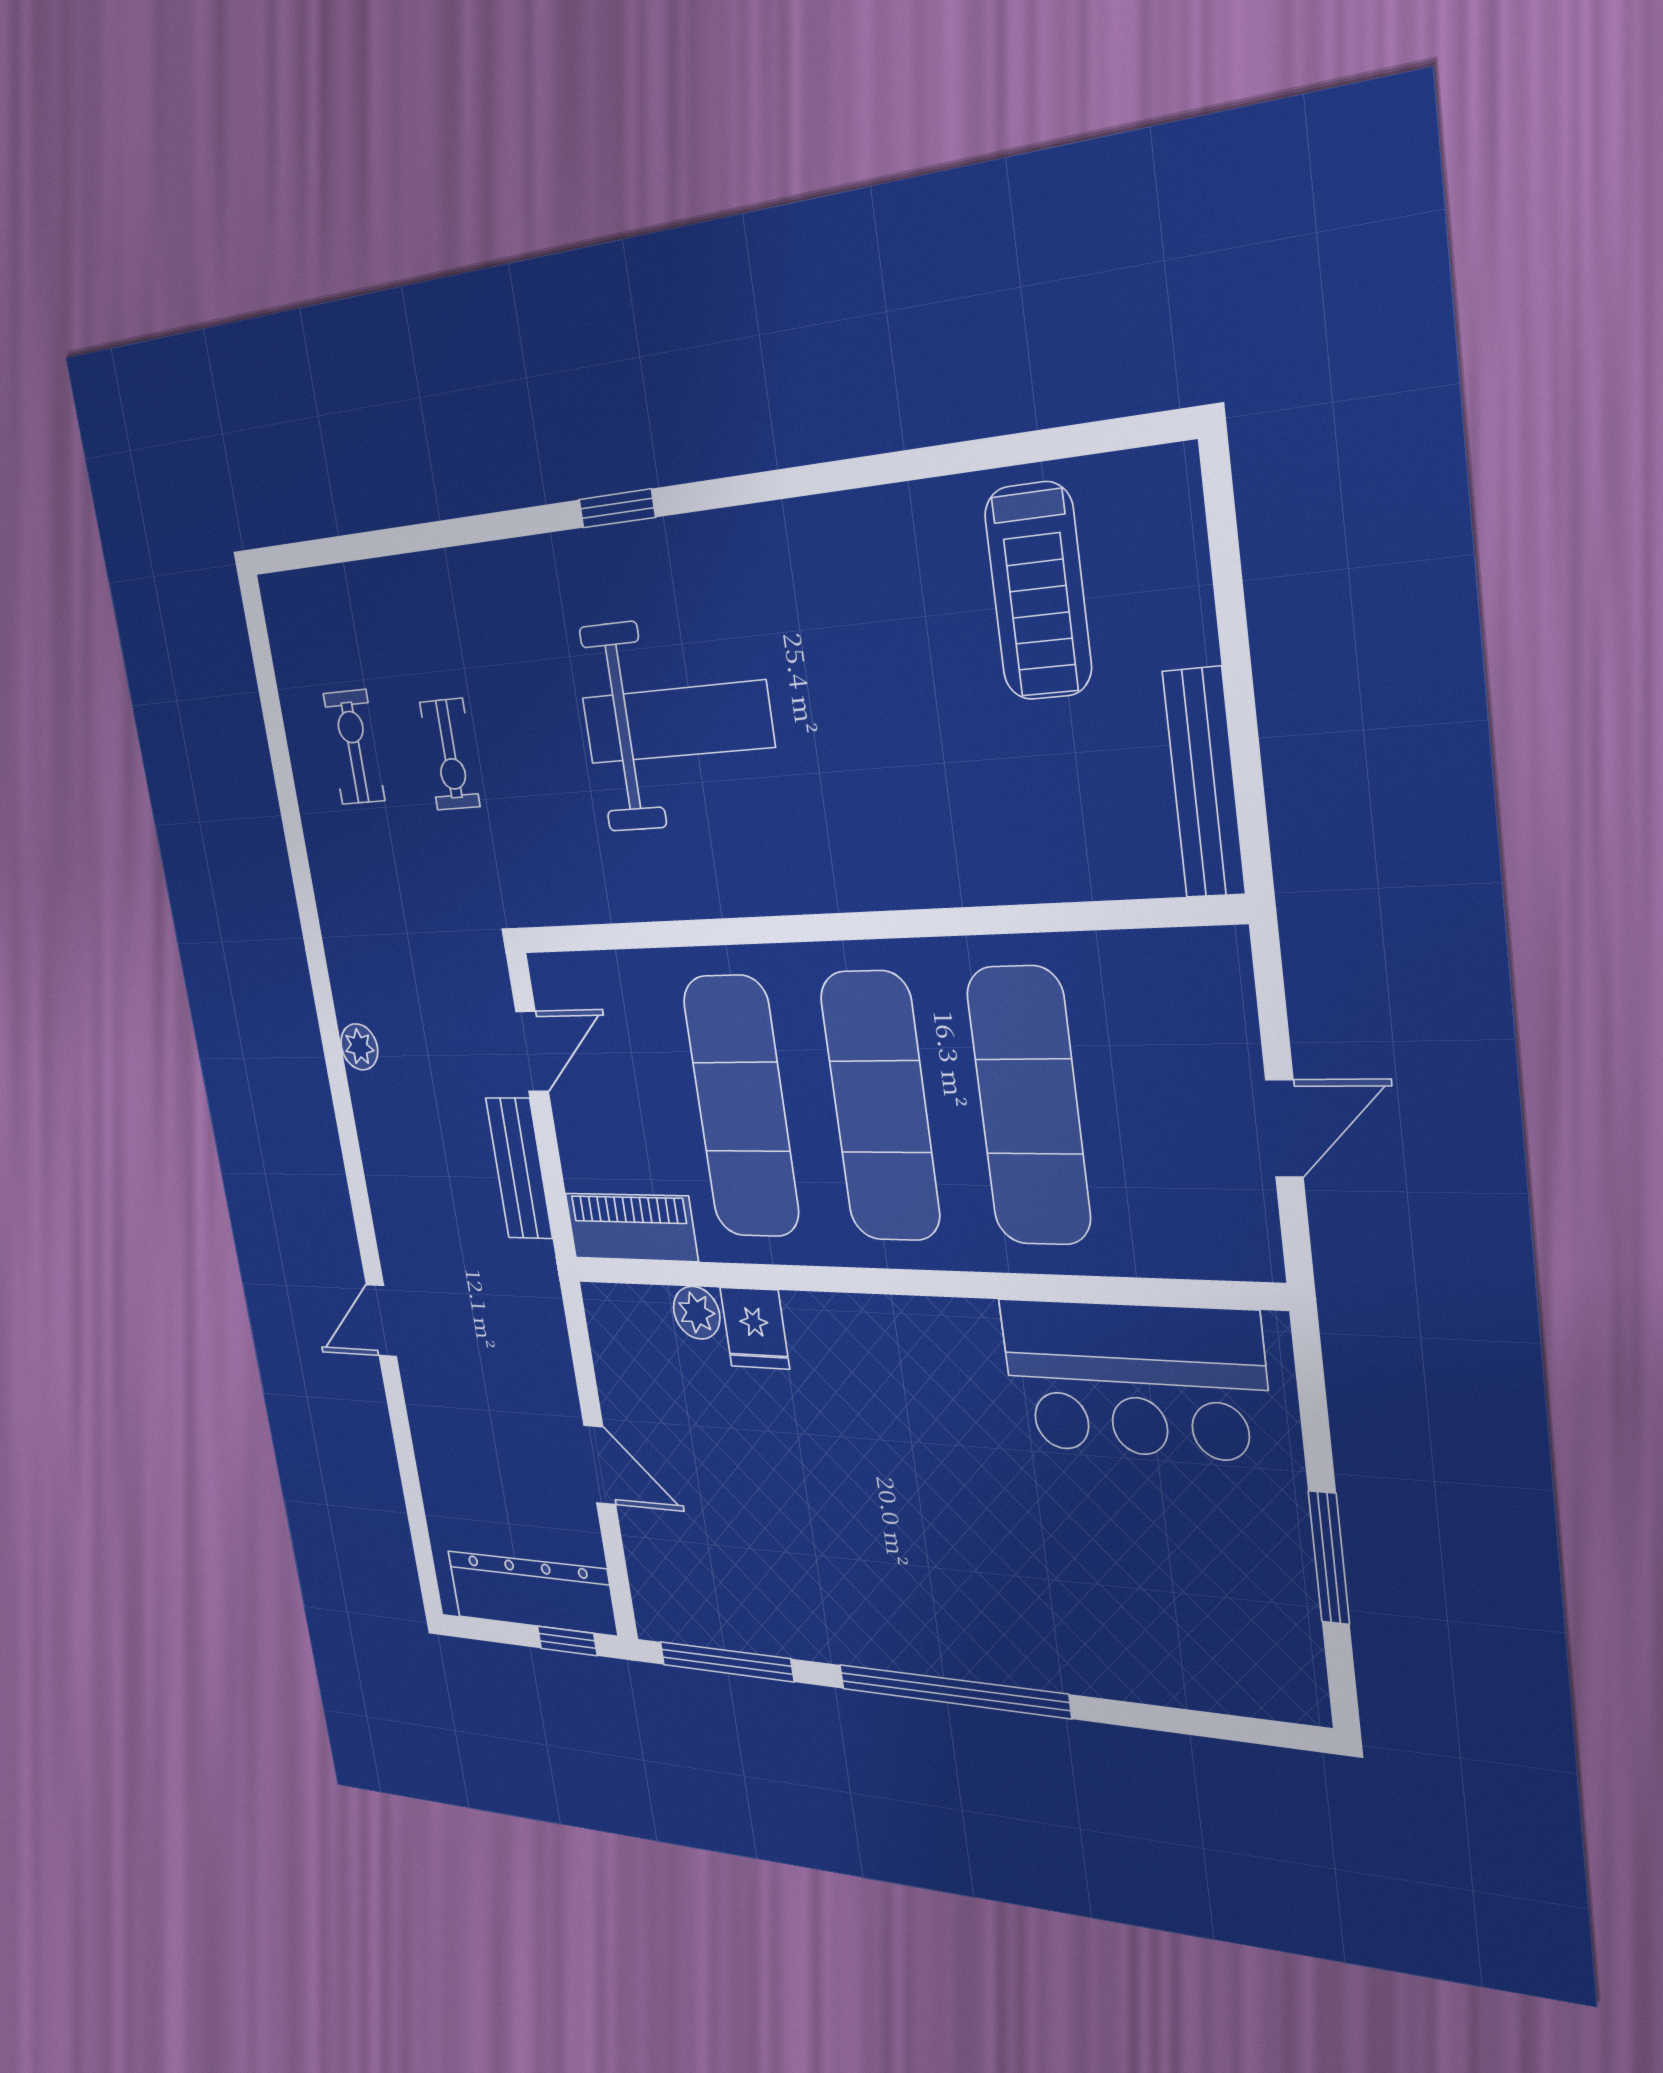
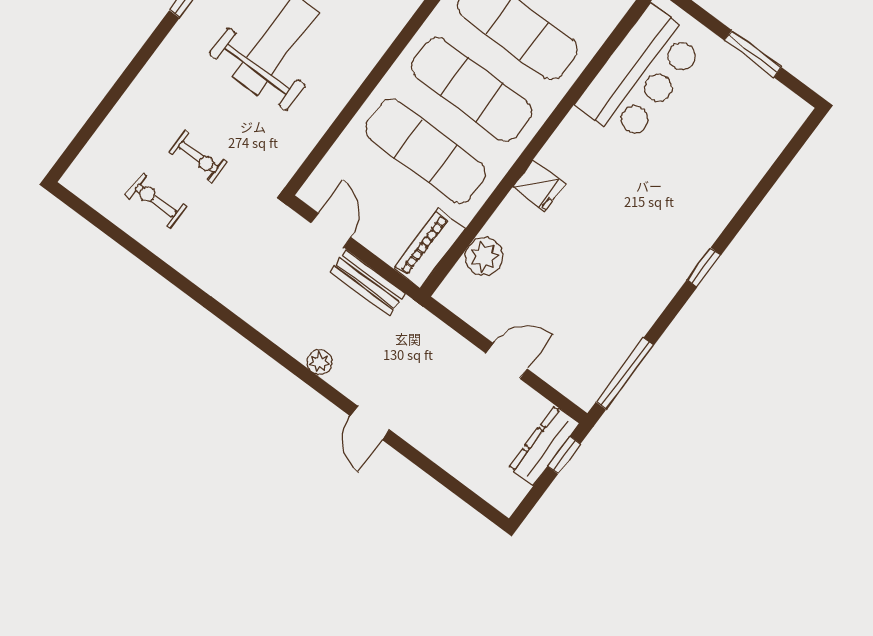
plant: (359, 1047) -> (320, 362), moved
plant: (697, 1313) -> (484, 256), width x1.38, depth x1.38
fridge: (755, 1328) -> (539, 186), moved
dresser: (532, 1593) -> (544, 446), width x0.73, depth x0.80
window: (953, 1691) -> (704, 268), width x0.32

